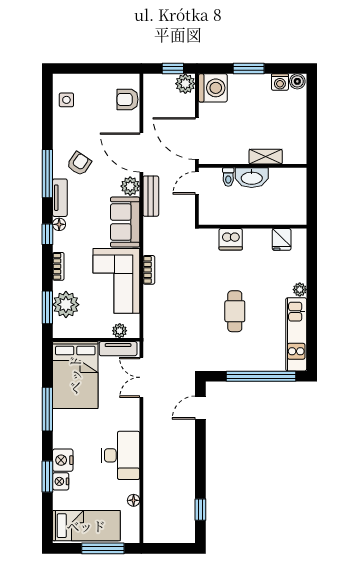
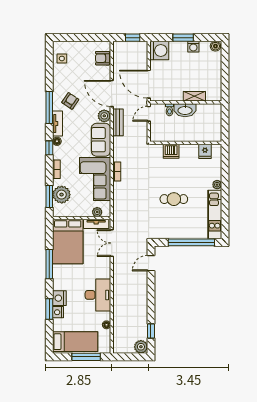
washing machine: (280, 82) -> (193, 47), moved
plant: (185, 84) -> (141, 347), moved
cafe table: (235, 311) -> (174, 199), turned 90

